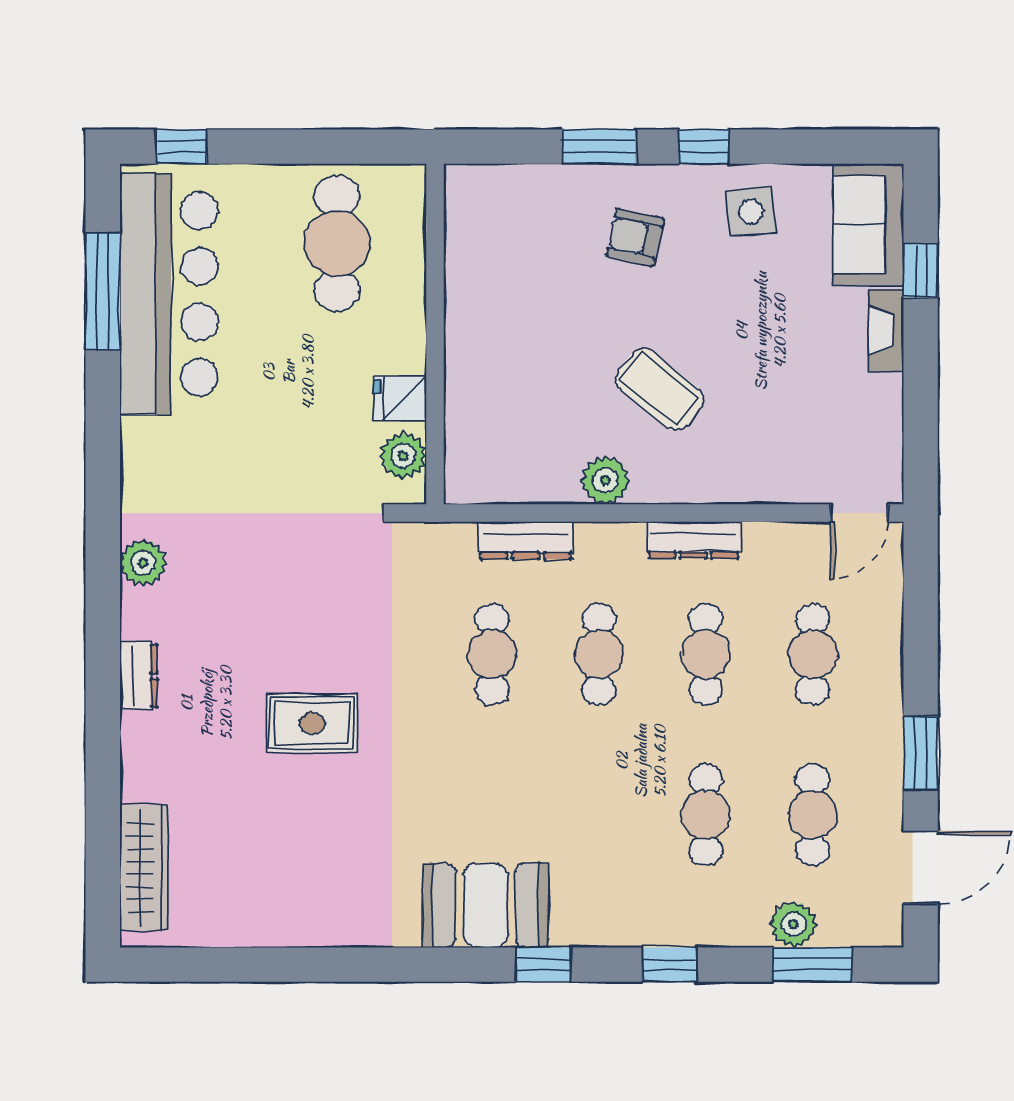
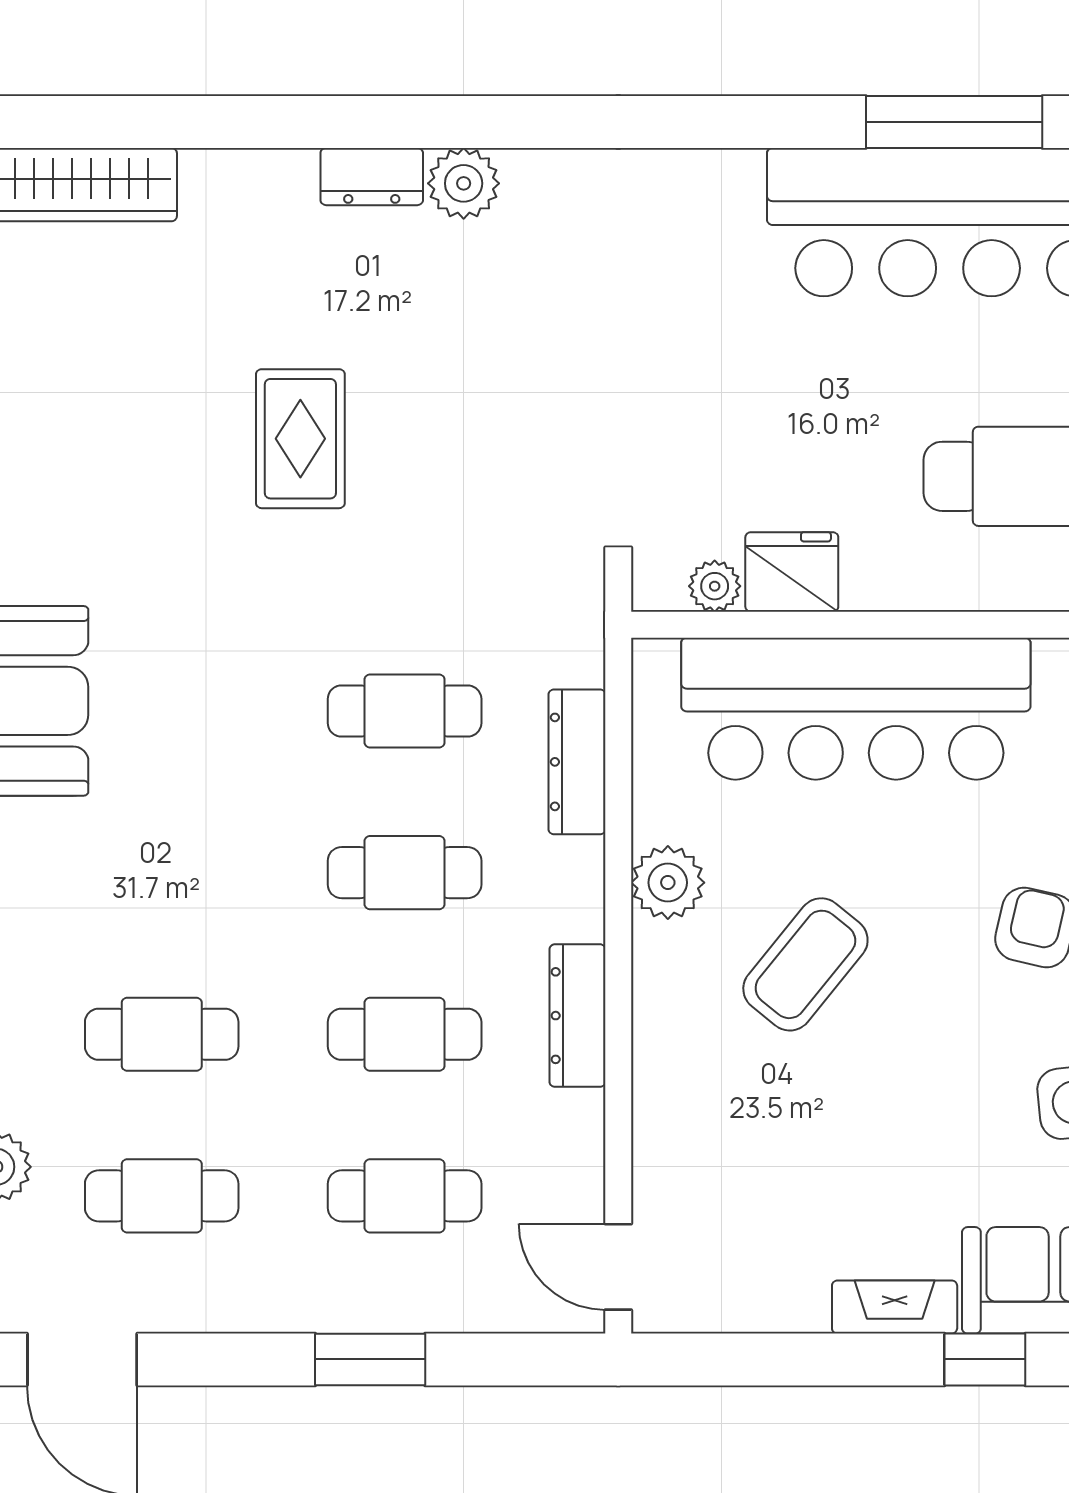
bar counter: (491, 356) -> (856, 709), added
fridge: (400, 398) -> (792, 572), width x1.38
plant: (403, 456) -> (715, 586), width x0.73, depth x0.73
plant: (143, 563) -> (464, 183), moved
window: (921, 753) -> (370, 1359), moved

